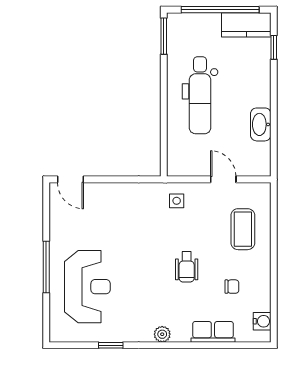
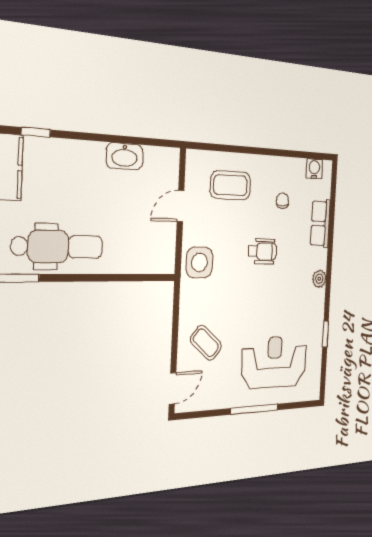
dental chair: (200, 95) -> (57, 247), moved
side table: (177, 201) -> (199, 262), width x1.87, depth x1.87
coffee table: (108, 211) -> (206, 343), added

